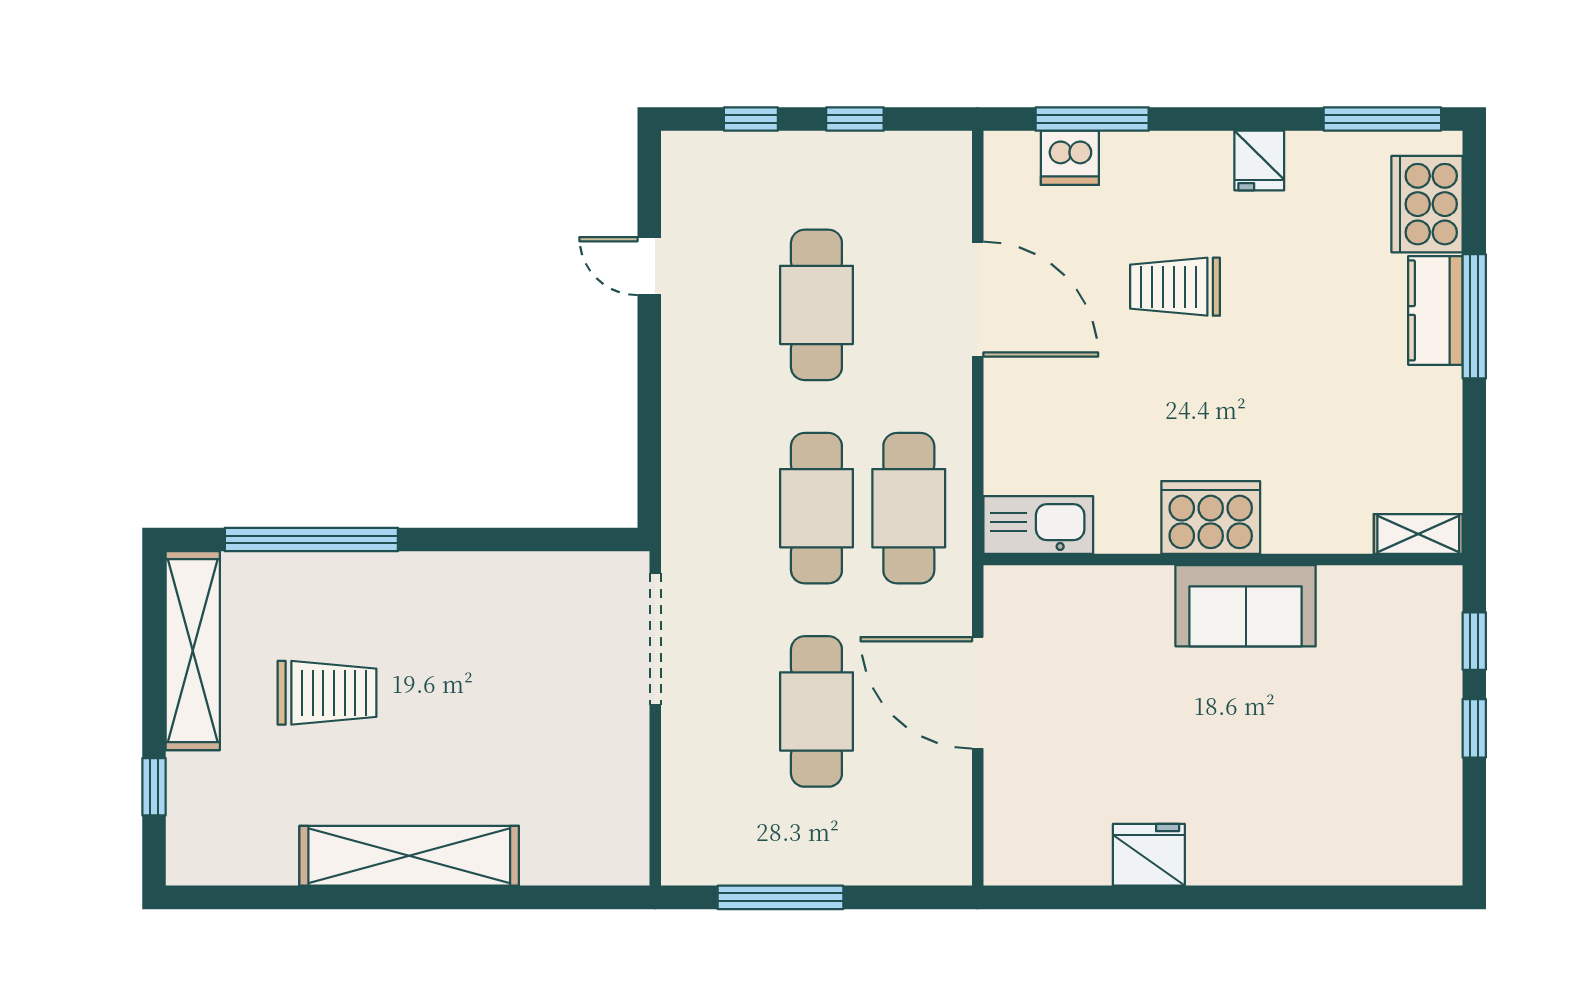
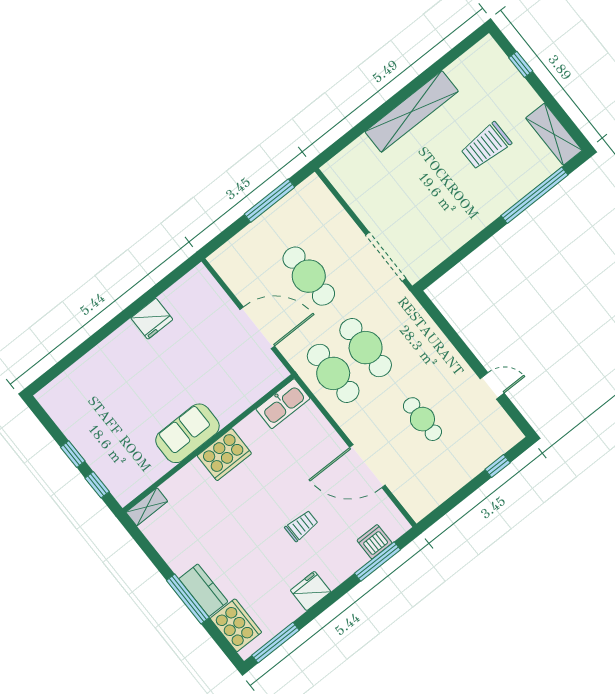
window: (855, 119) -> (461, 495), removed
fridge: (1259, 160) -> (311, 591), width x1.38
trolley: (1175, 287) -> (301, 526), width x0.73, depth x0.72
cafe table: (816, 305) -> (422, 419), width x0.73, depth x0.74
shelving: (193, 651) -> (554, 134), width x0.68

